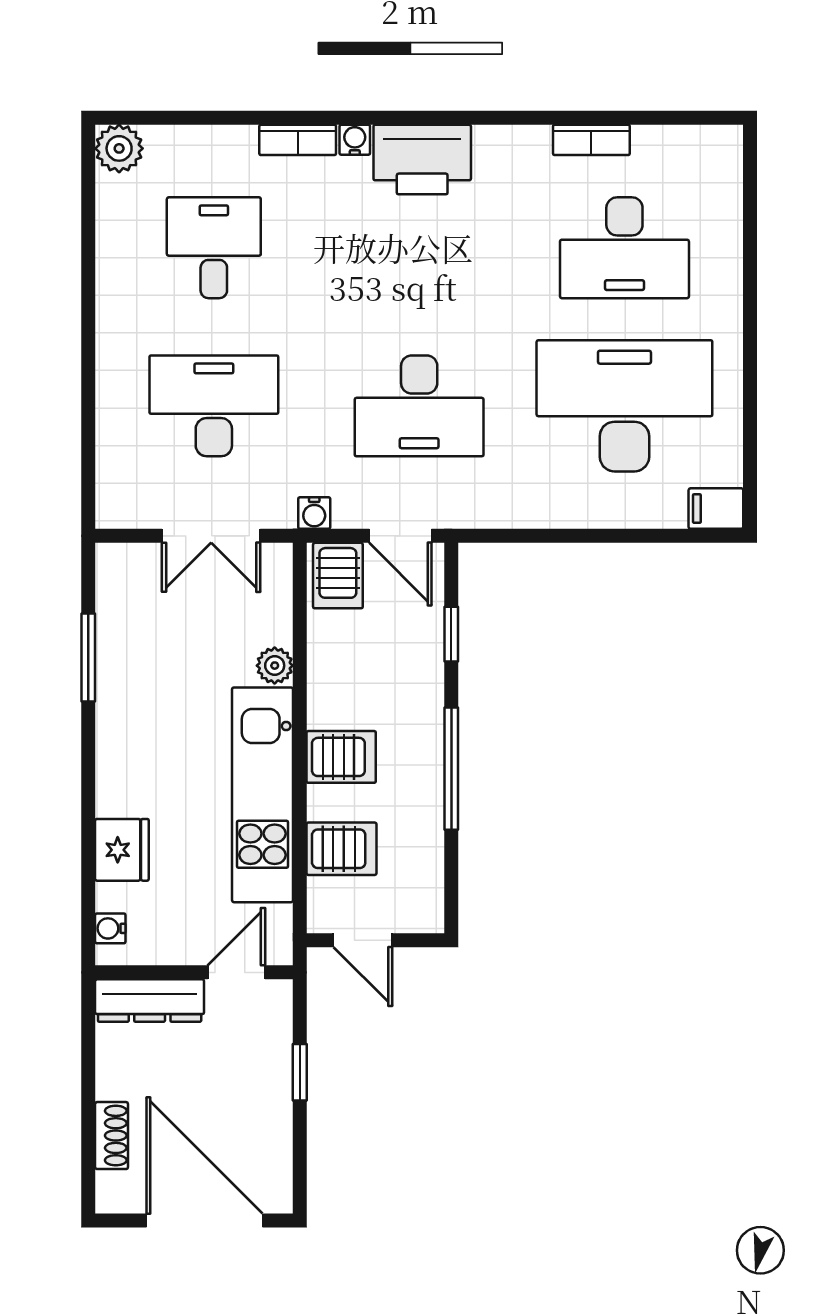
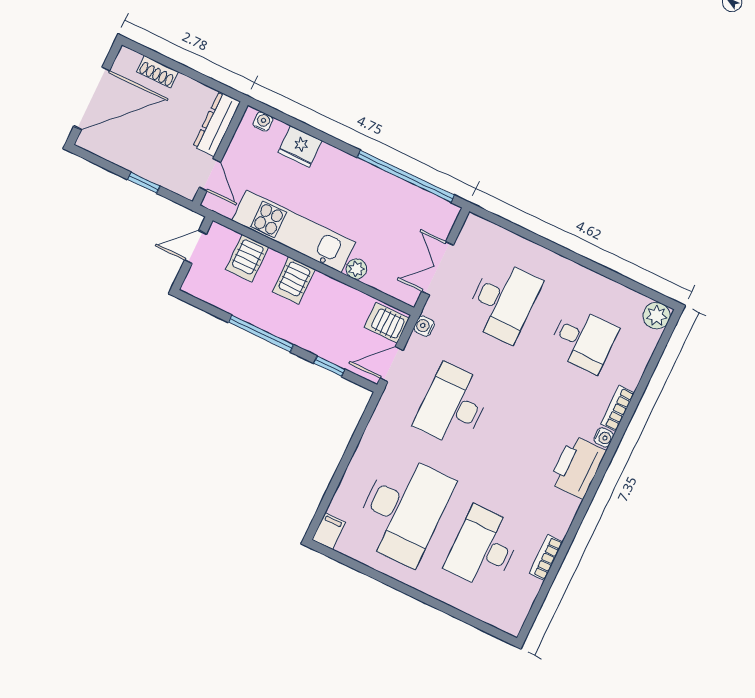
window: (88, 657) -> (406, 176), width x2.11

